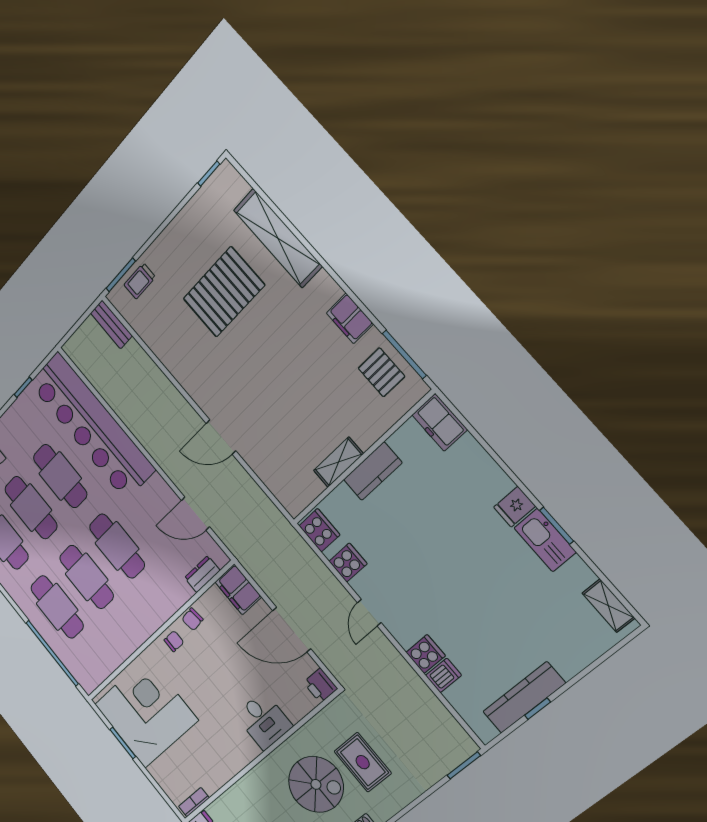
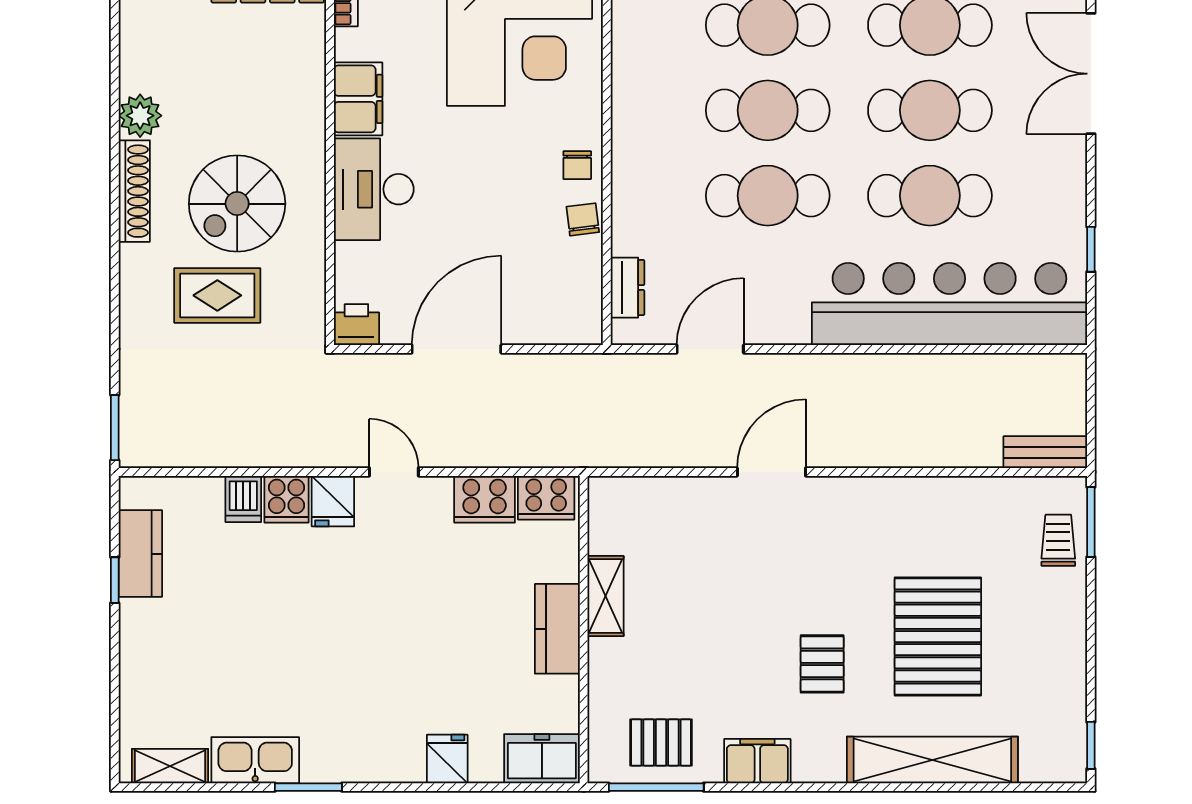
pallet: (281, 332) -> (822, 664), added
fridge: (515, 507) -> (447, 759), moved
kitchen sink: (545, 540) -> (255, 760), moved
cooker: (348, 563) -> (485, 499), width x1.36
filing cabinet: (238, 589) -> (358, 99), moved, turned 90
fridge: (407, 631) -> (333, 501), added
kitchen counter: (524, 698) -> (140, 554), width x0.67
desk: (264, 721) -> (374, 189), width x1.37

